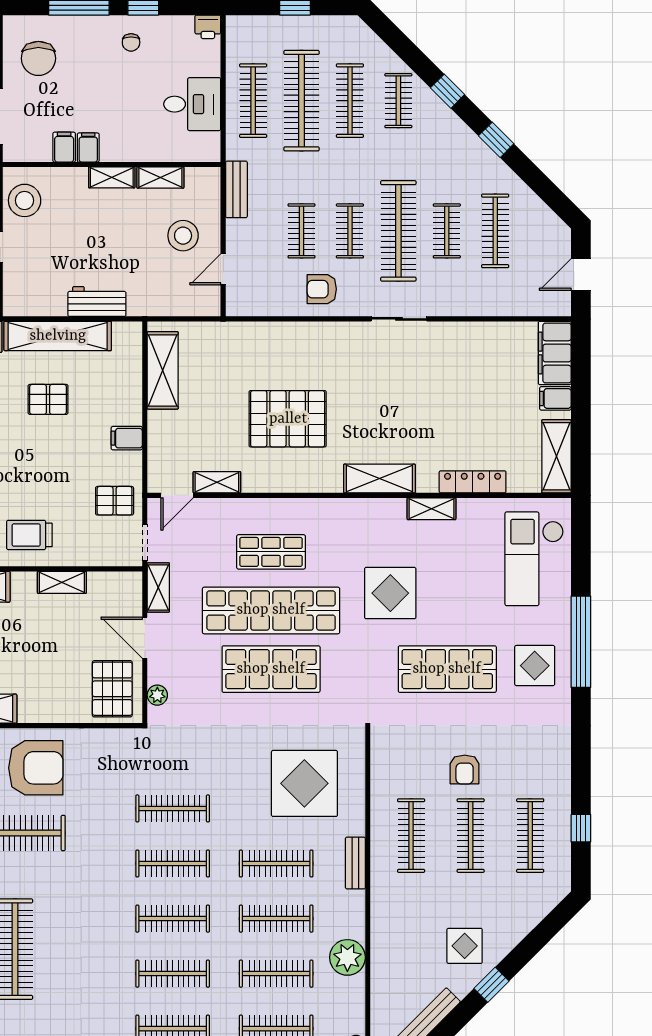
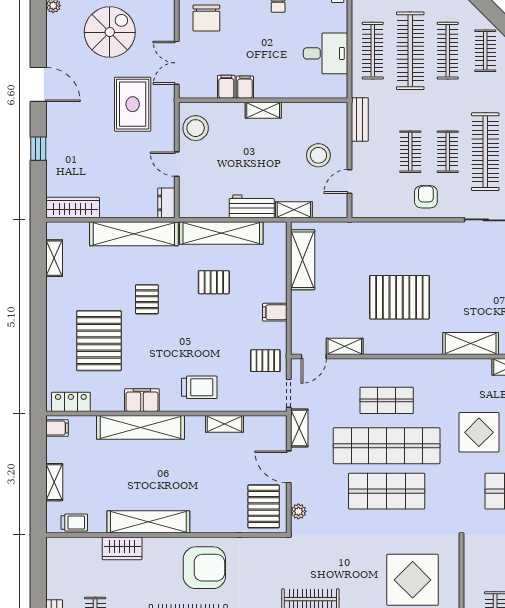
shelving: (160, 178) -> (294, 210), moved
armchair: (322, 289) -> (426, 197), turned 90
trolley: (29, 535) -> (199, 387), turned 180

